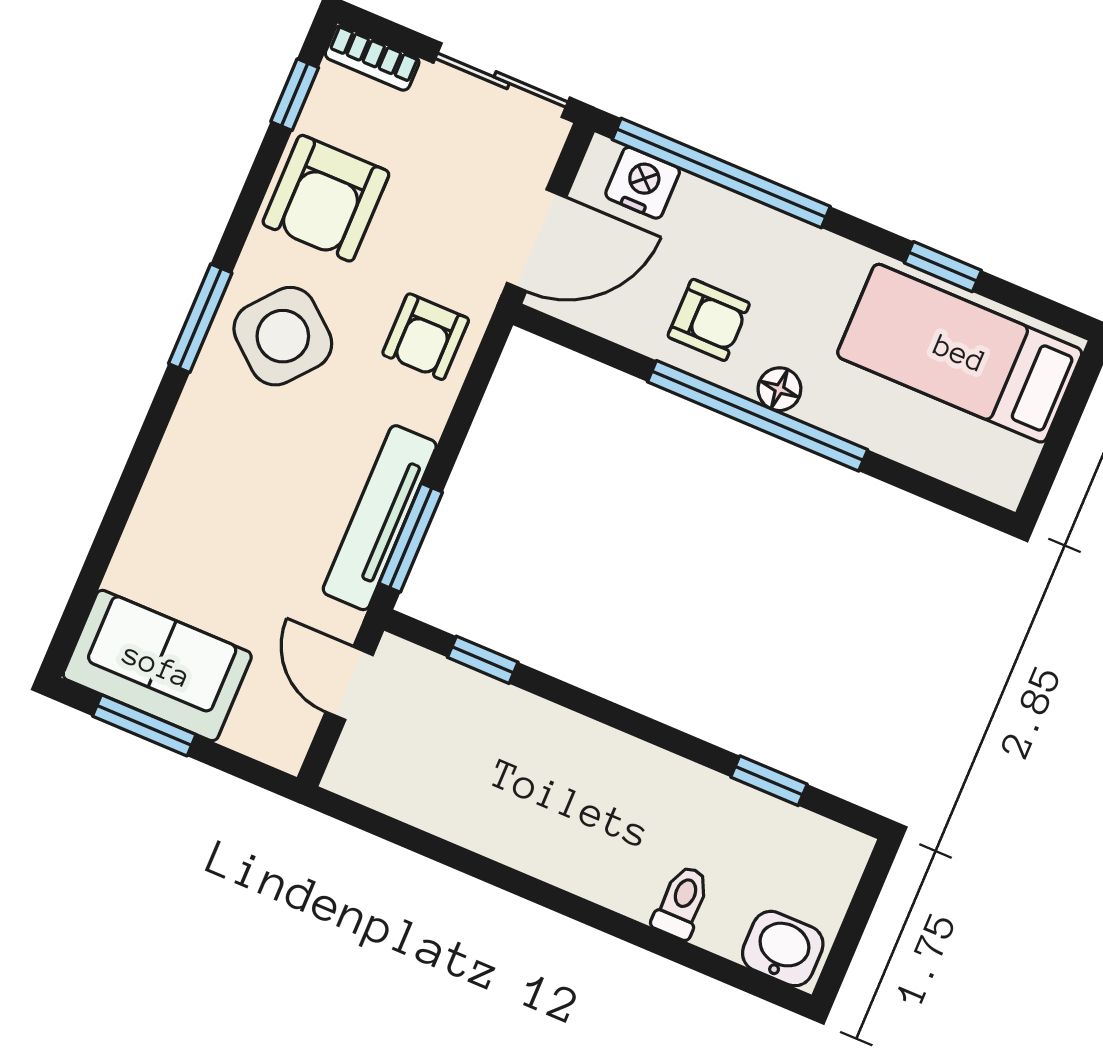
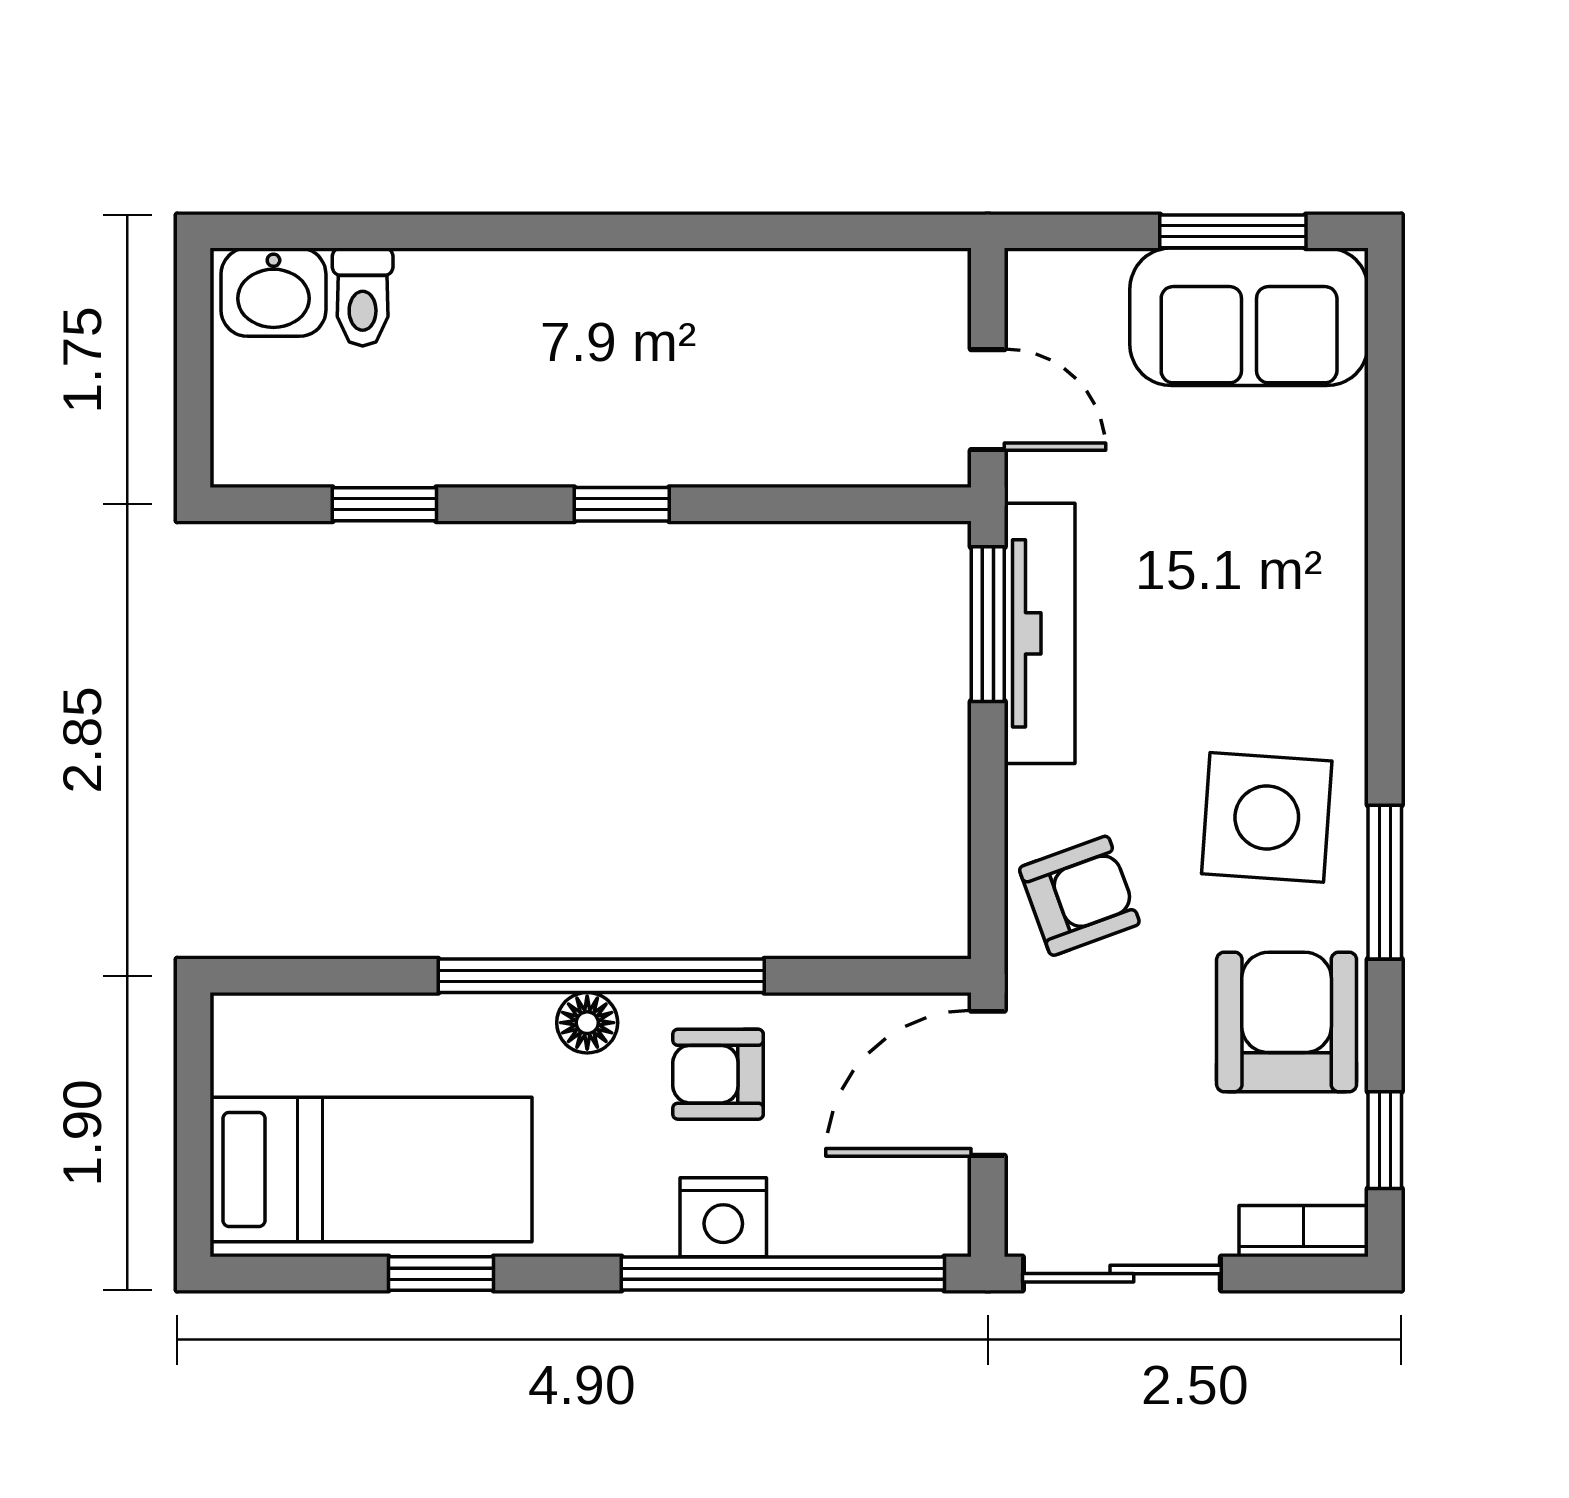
nightstand: (643, 183) -> (723, 1217), moved
window: (200, 318) -> (1385, 882), moved
side table: (283, 336) -> (1267, 817), turned -36
armchair: (426, 337) -> (1079, 896), turned 70
window: (483, 660) -> (622, 504), moved
toilet: (682, 902) -> (363, 297), moved

